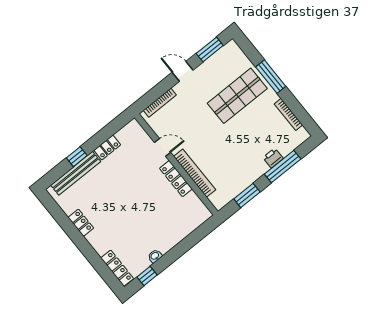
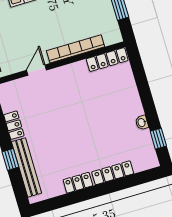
locker: (176, 179) -> (107, 60), moved
locker: (117, 268) -> (113, 173), moved

